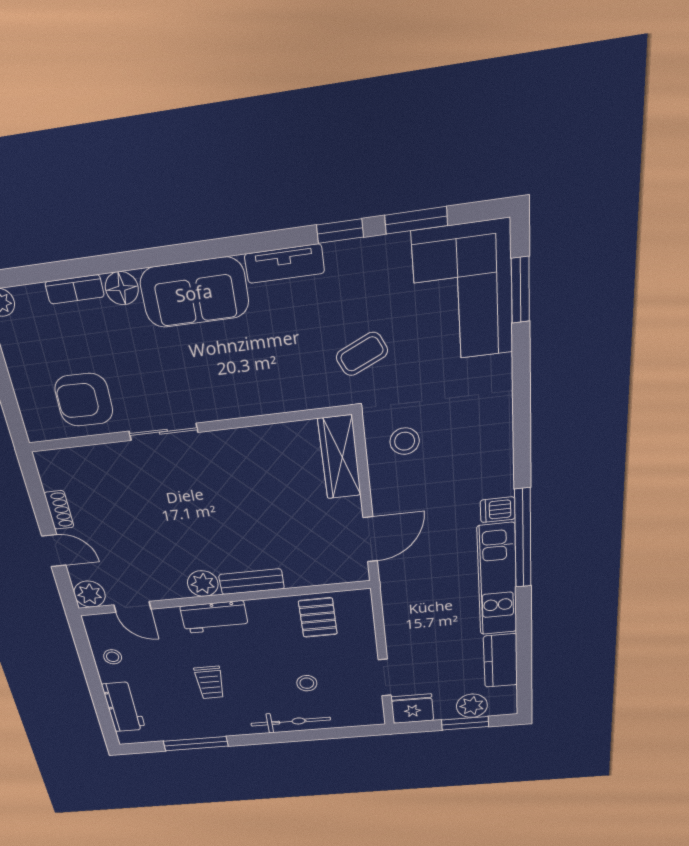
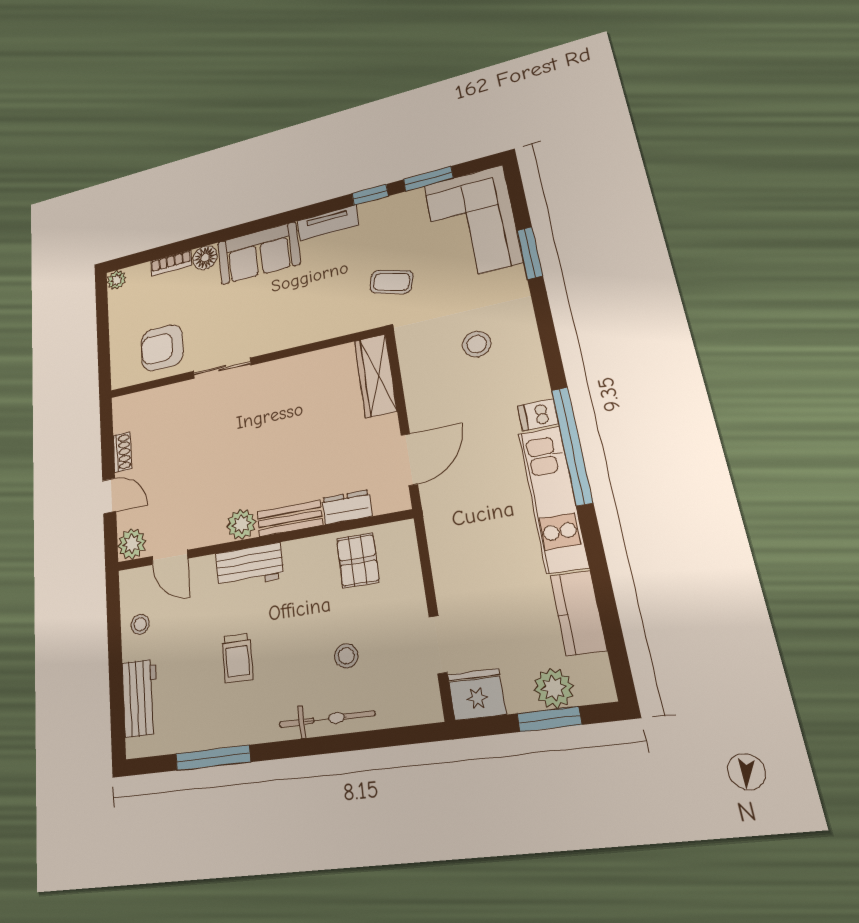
window: (520, 290) -> (530, 253), moved
coffee table: (362, 354) -> (392, 282), turned 41
stool: (405, 441) -> (477, 344), moved
dresser: (308, 576) -> (347, 507), added

